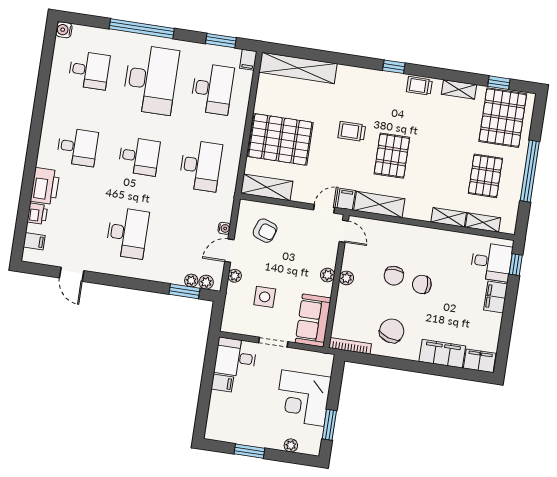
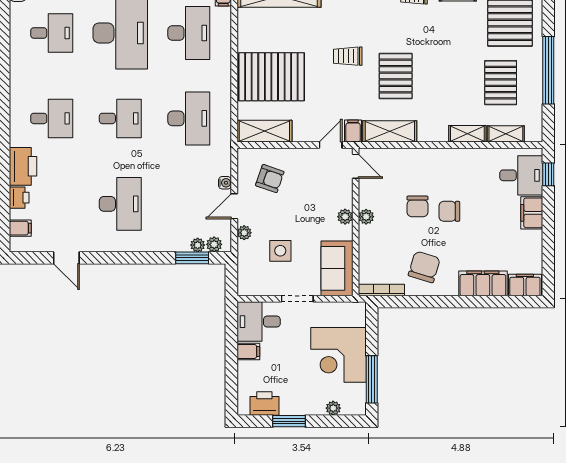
window: (329, 425) -> (372, 379), width x1.44
printer: (230, 432) -> (264, 404), added

